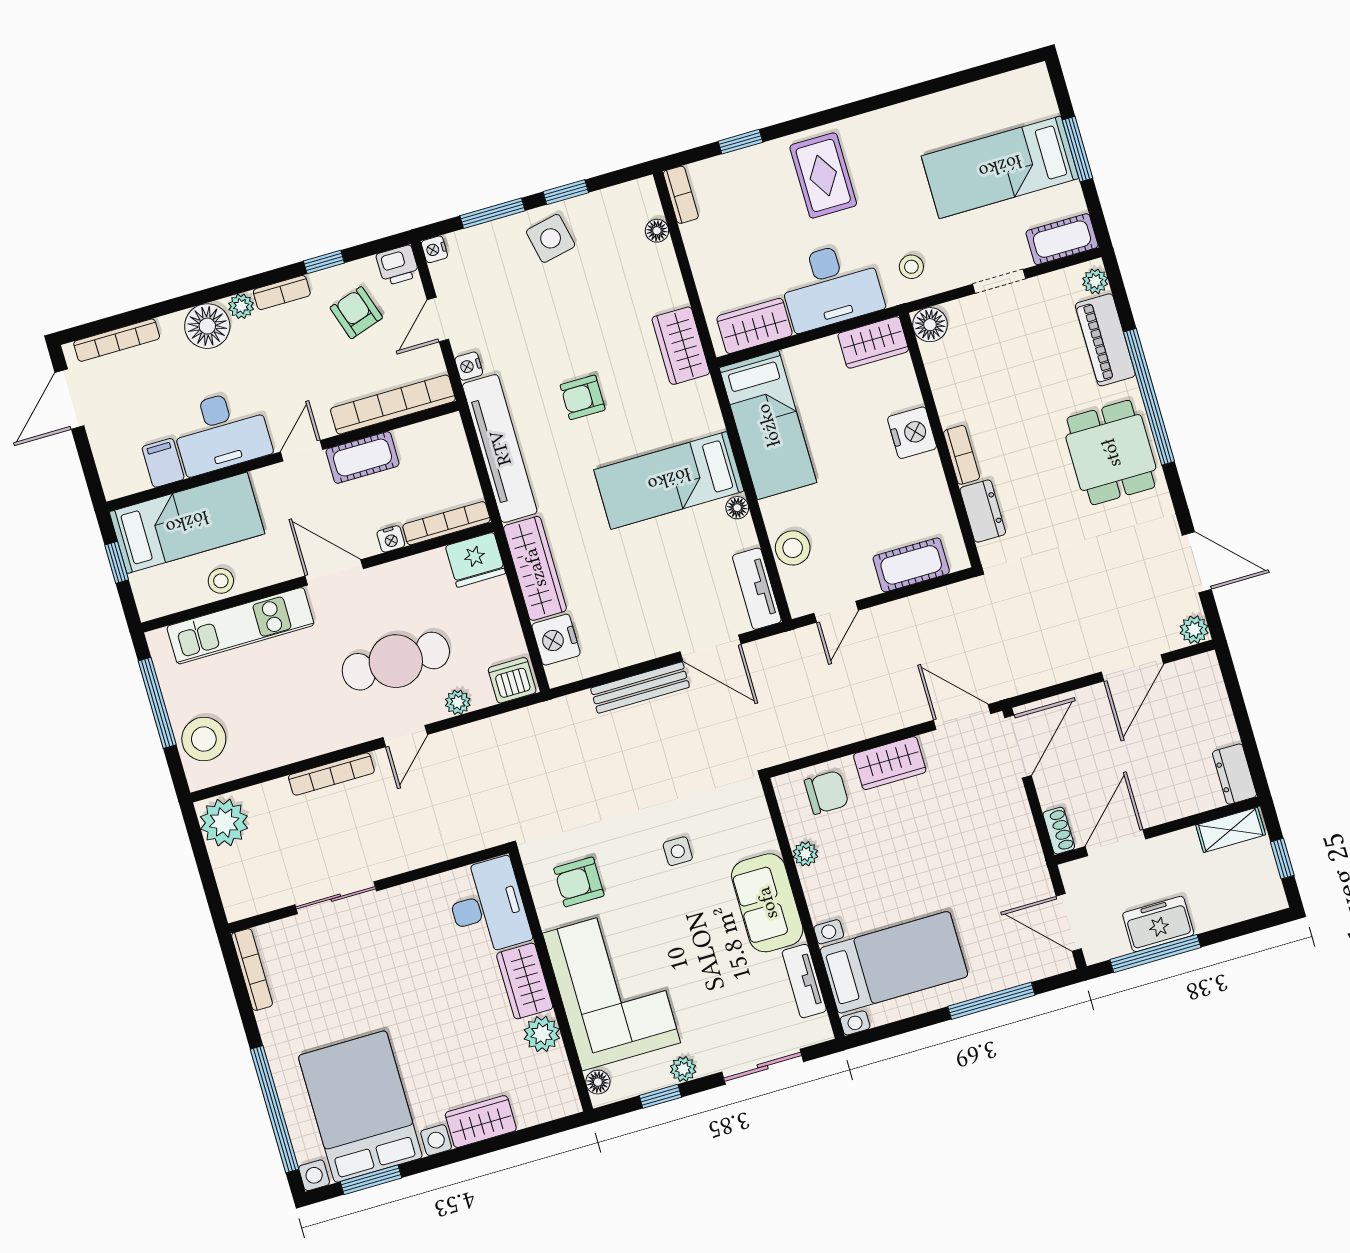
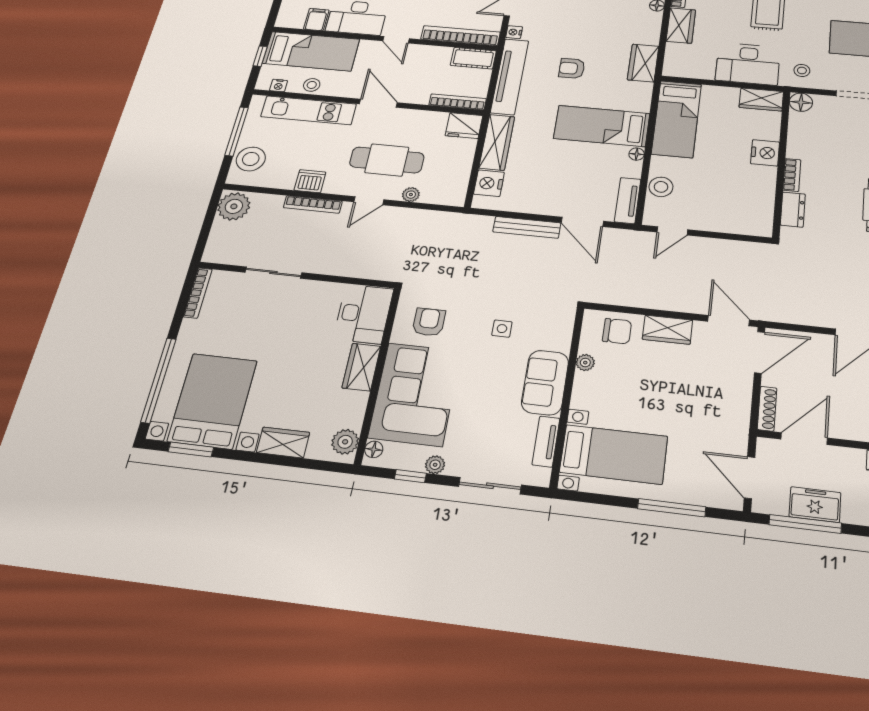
wardrobe: (755, 326) -> (681, 26), moved, turned 90
door: (302, 451) -> (396, 40), swing flipped
cot: (362, 458) -> (473, 58), moved
nightstand: (391, 539) -> (279, 86), moved
cot: (911, 565) -> (733, 222), removed
dishwasher: (512, 680) -> (310, 181), moved
shoe rack: (1059, 831) -> (767, 409), width x1.43
armchair: (579, 882) -> (429, 322), turned 90
plant: (542, 1034) -> (345, 442), moved

